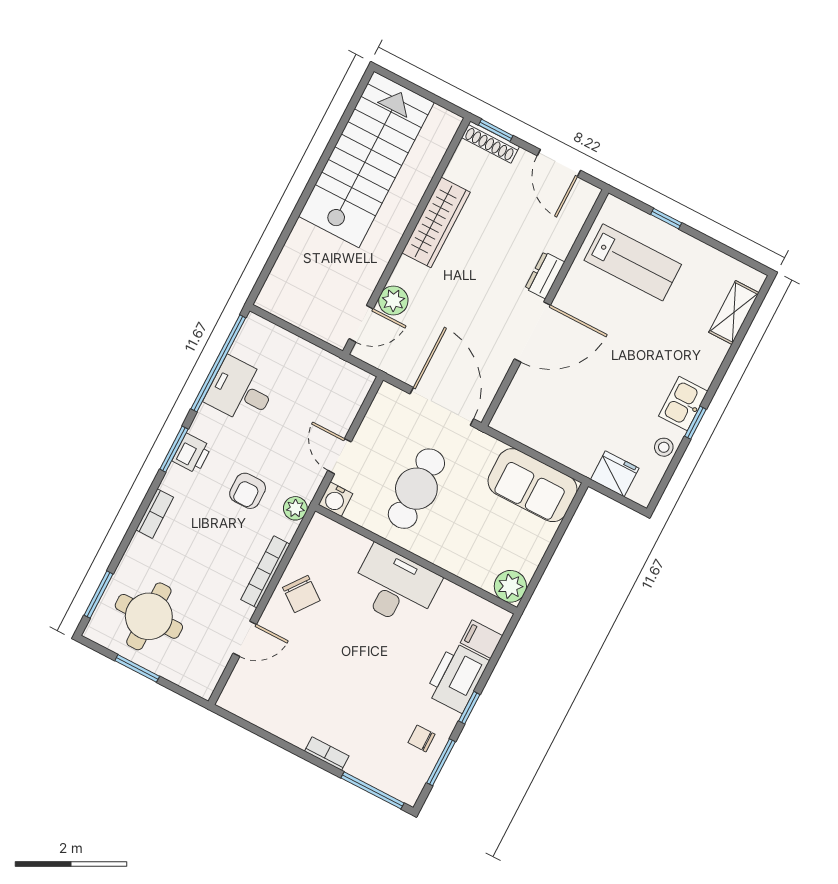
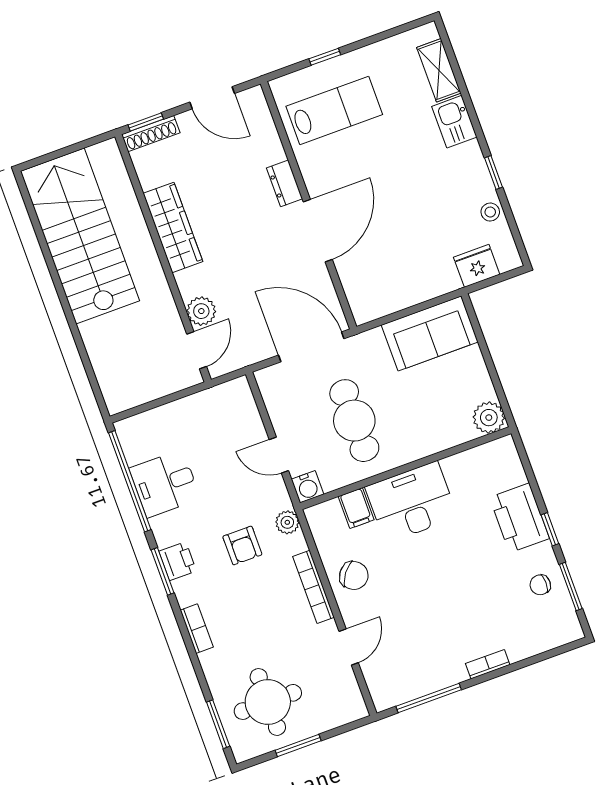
kitchen sink: (683, 404) -> (454, 122), moved
filing cabinet: (481, 639) -> (356, 508), moved, turned -90
window: (372, 790) -> (429, 698), moved

